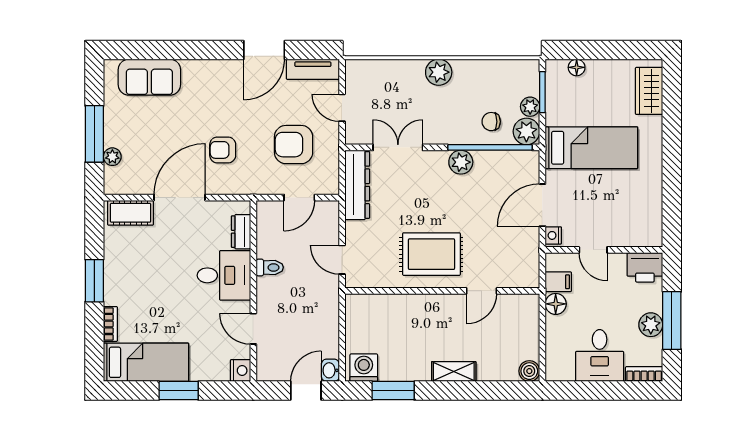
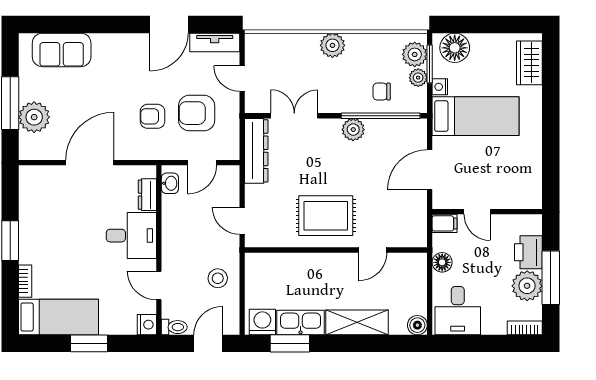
floor lamp: (577, 67) -> (455, 48), width x1.89, depth x1.89
plant: (526, 131) -> (415, 54), moved
armchair: (223, 150) -> (152, 116), moved
plant: (112, 157) -> (34, 117), width x1.88, depth x1.88
cot: (131, 213) -> (44, 177), removed
nightstand: (553, 235) -> (440, 87), moved
toilet: (270, 267) -> (174, 327), moved
printer: (645, 267) -> (528, 252), moved, turned 90
filing cabinet: (558, 282) -> (445, 223), moved
stool: (316, 321) -> (218, 278), added
plant: (651, 325) -> (527, 286), width x1.36, depth x1.36
desk: (600, 356) -> (458, 311), moved
kitchen sink: (405, 368) -> (301, 322), added
washbasin: (330, 370) -> (170, 183), moved, turned 180
shelving: (454, 372) -> (357, 322), width x1.50, depth x1.33

